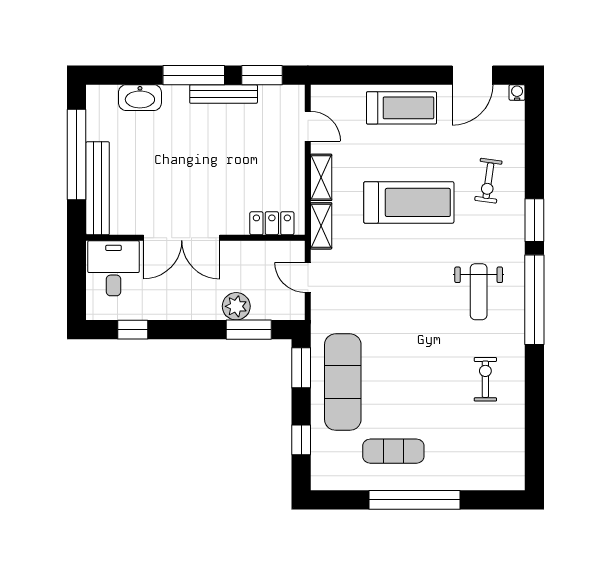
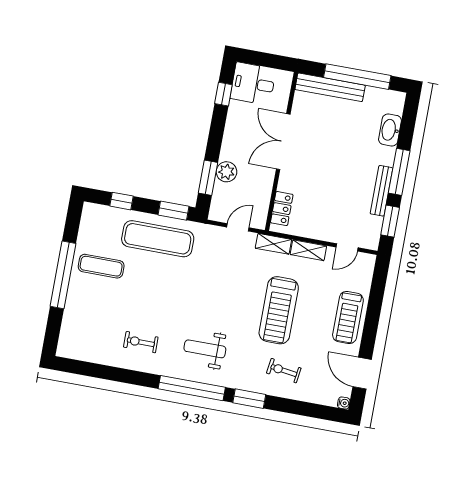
desk: (113, 268) -> (253, 84), moved, turned 180
exercise bike: (485, 379) -> (141, 342), turned 180
exercise mat: (393, 451) -> (101, 266), turned 90

